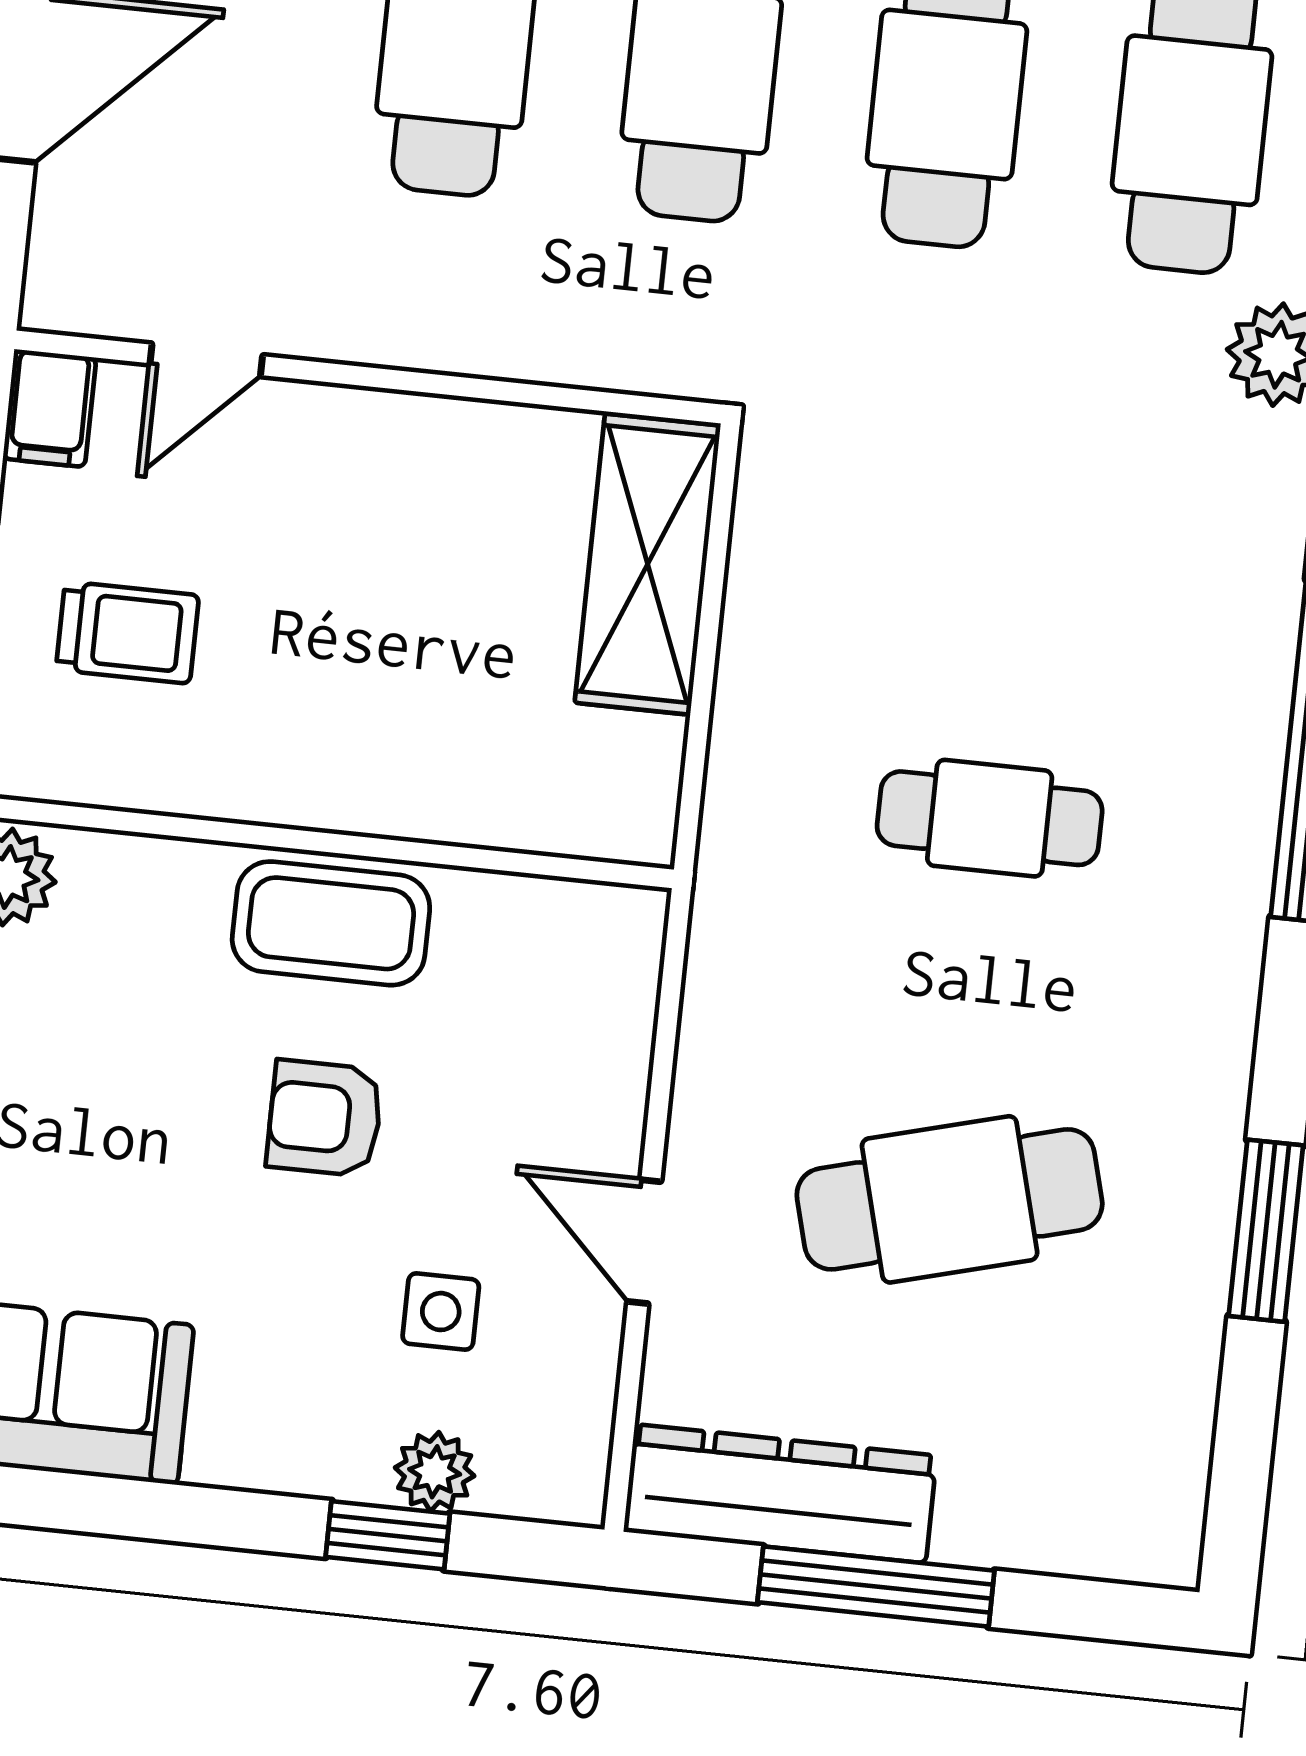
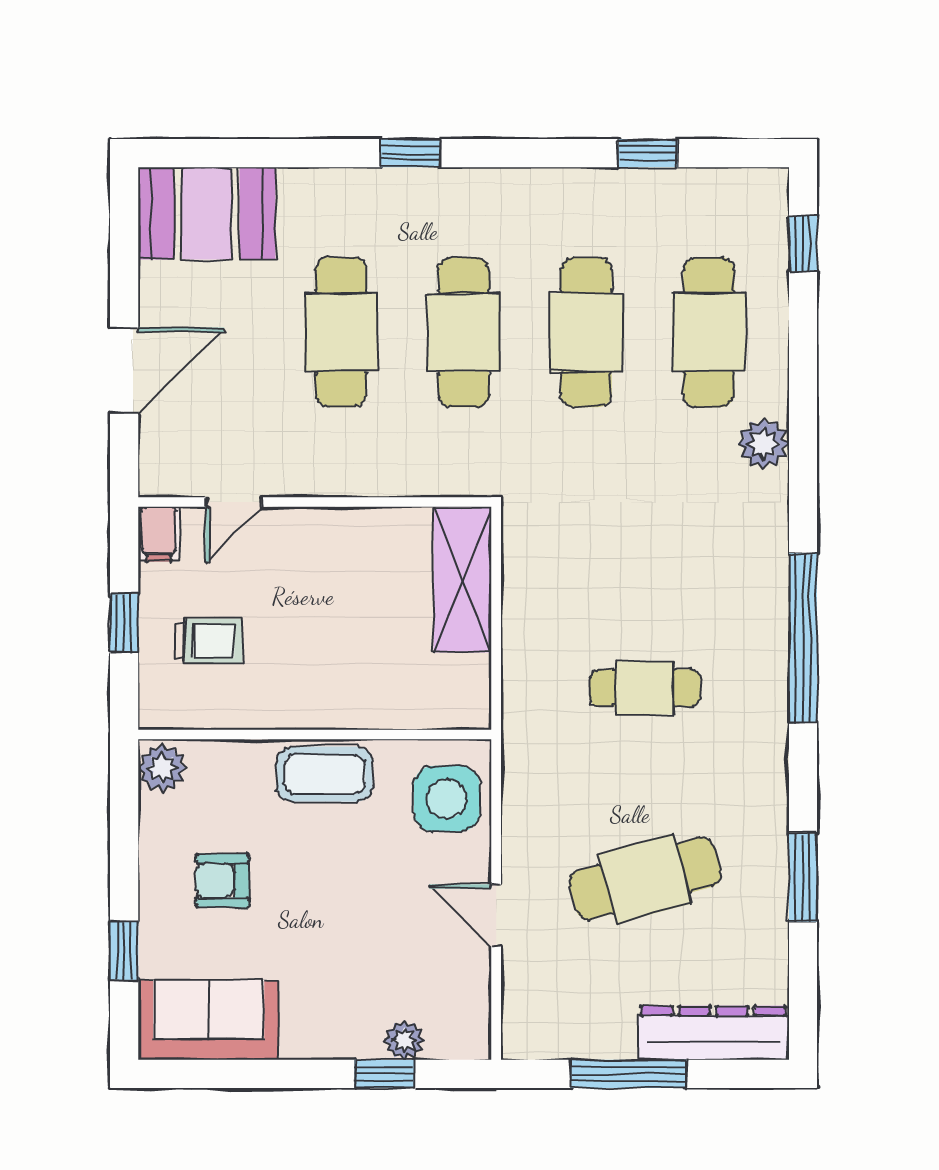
armchair: (325, 1118) -> (223, 880), moved
side table: (441, 1312) -> (447, 799), moved, width x1.87, depth x1.87
dresser: (780, 1494) -> (713, 1033), moved

